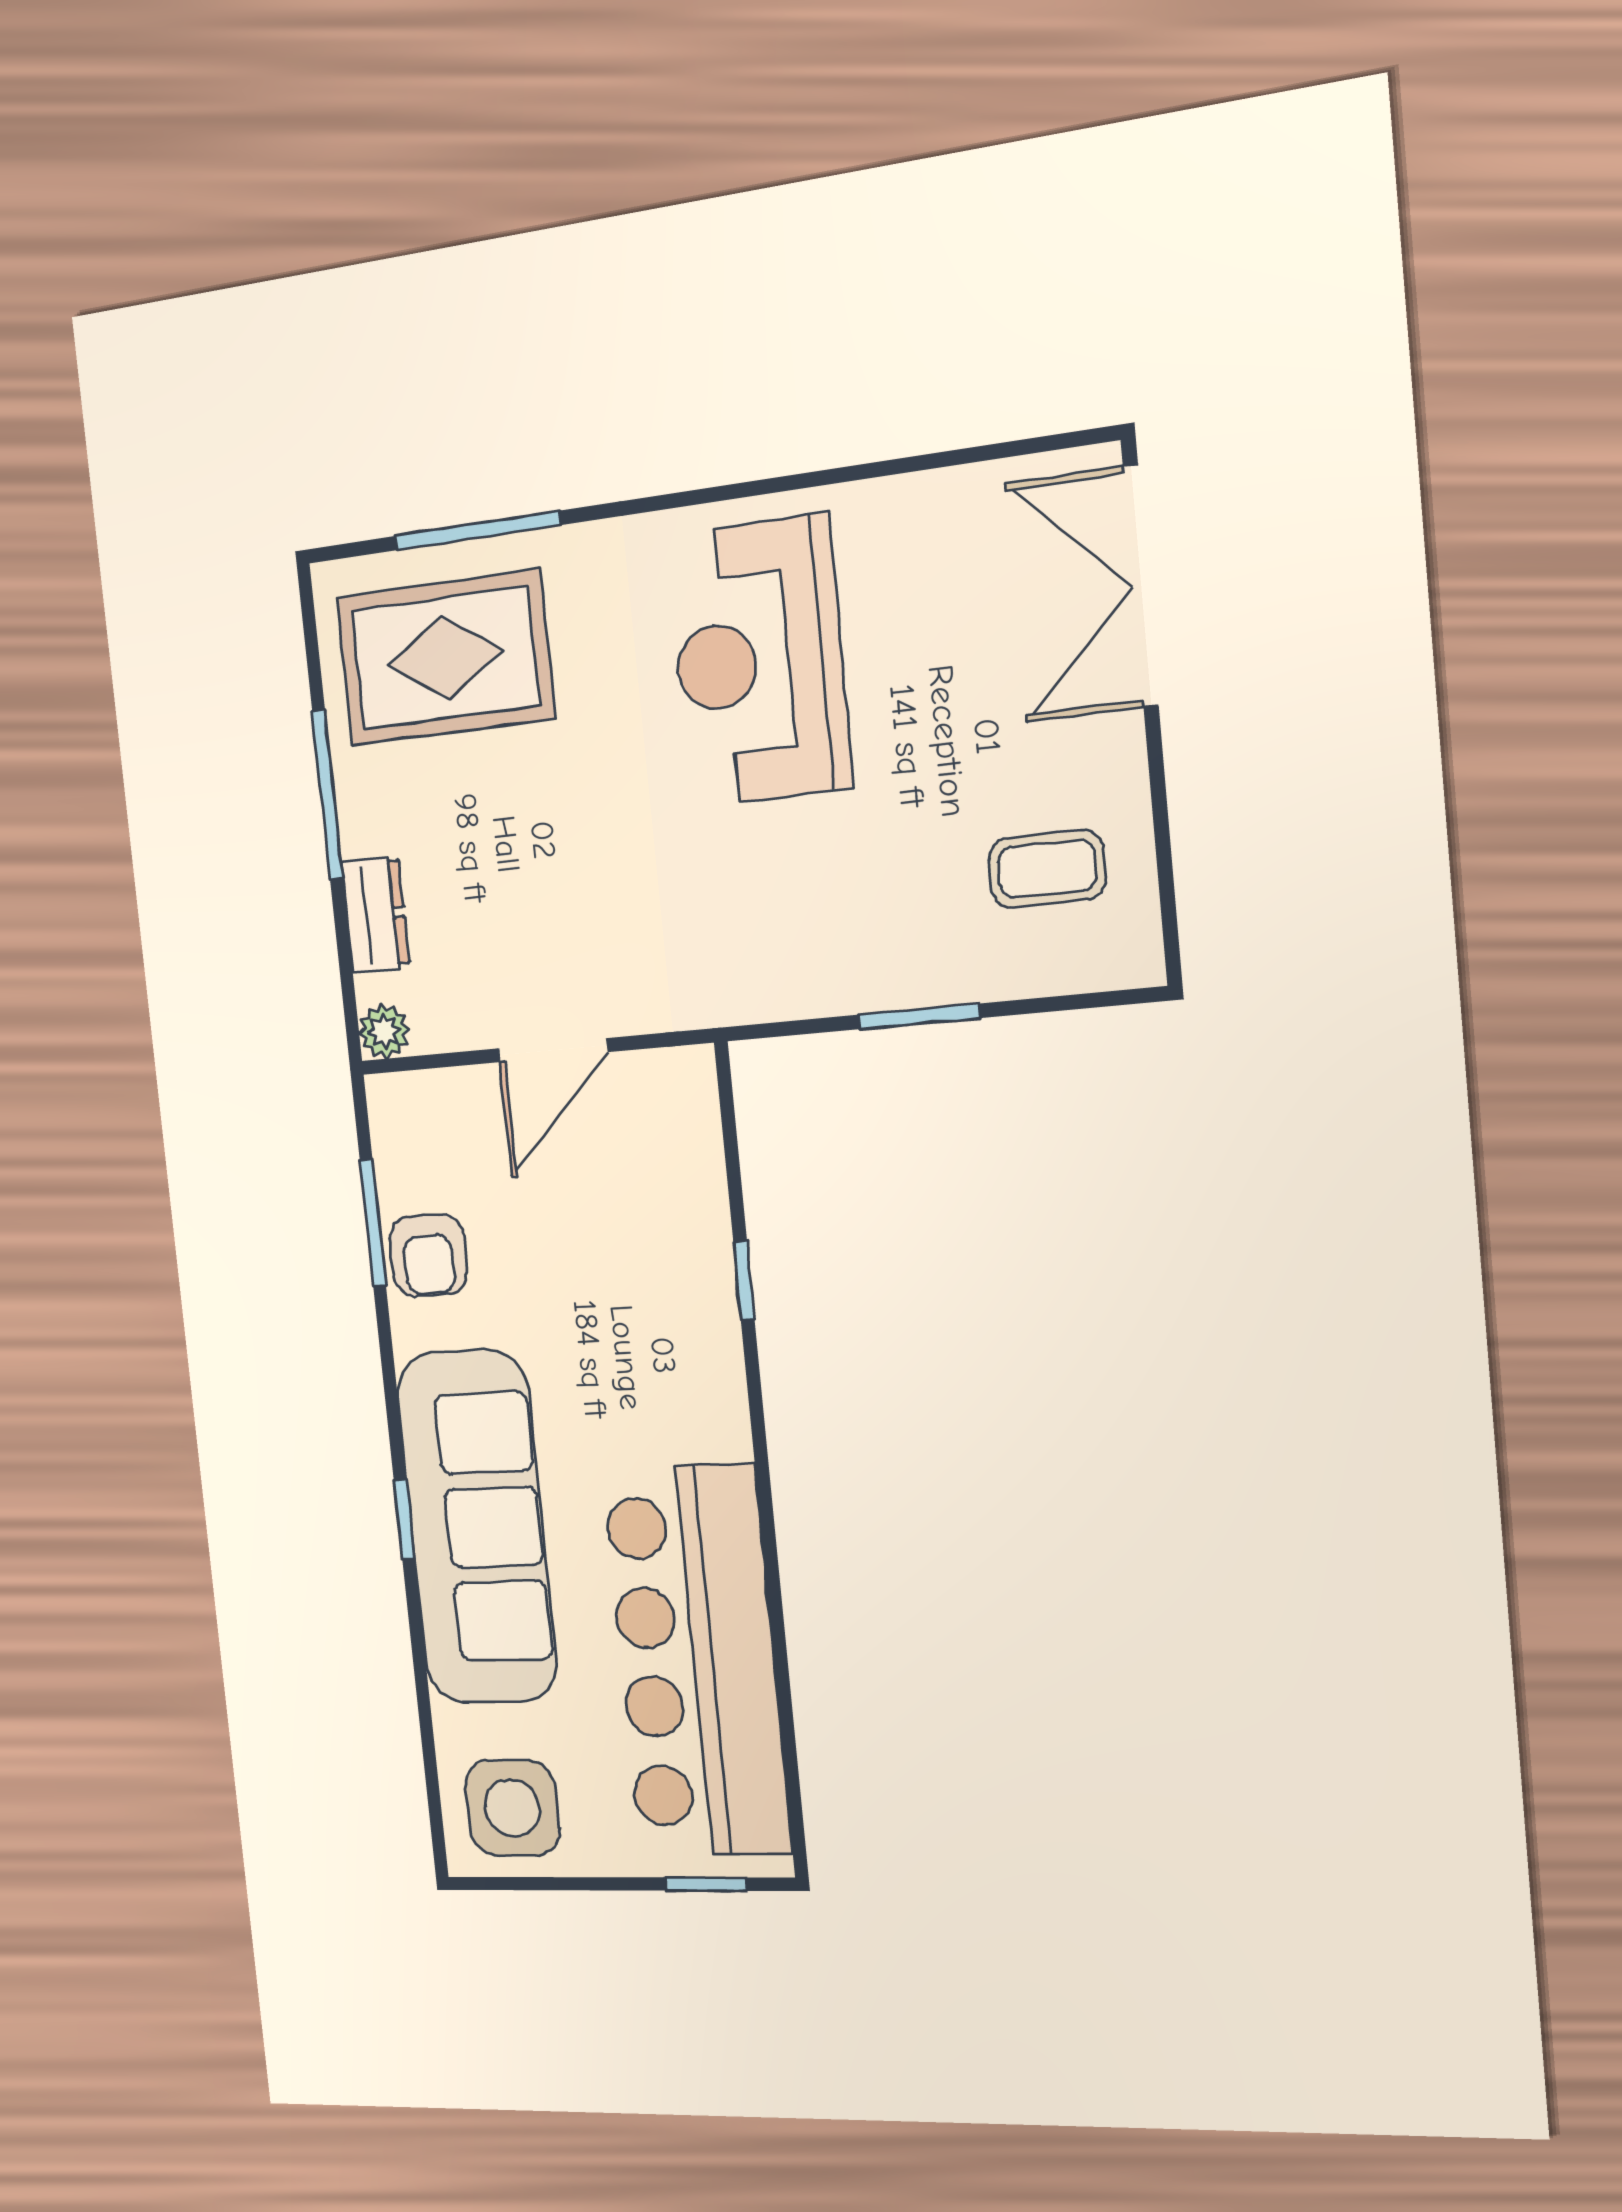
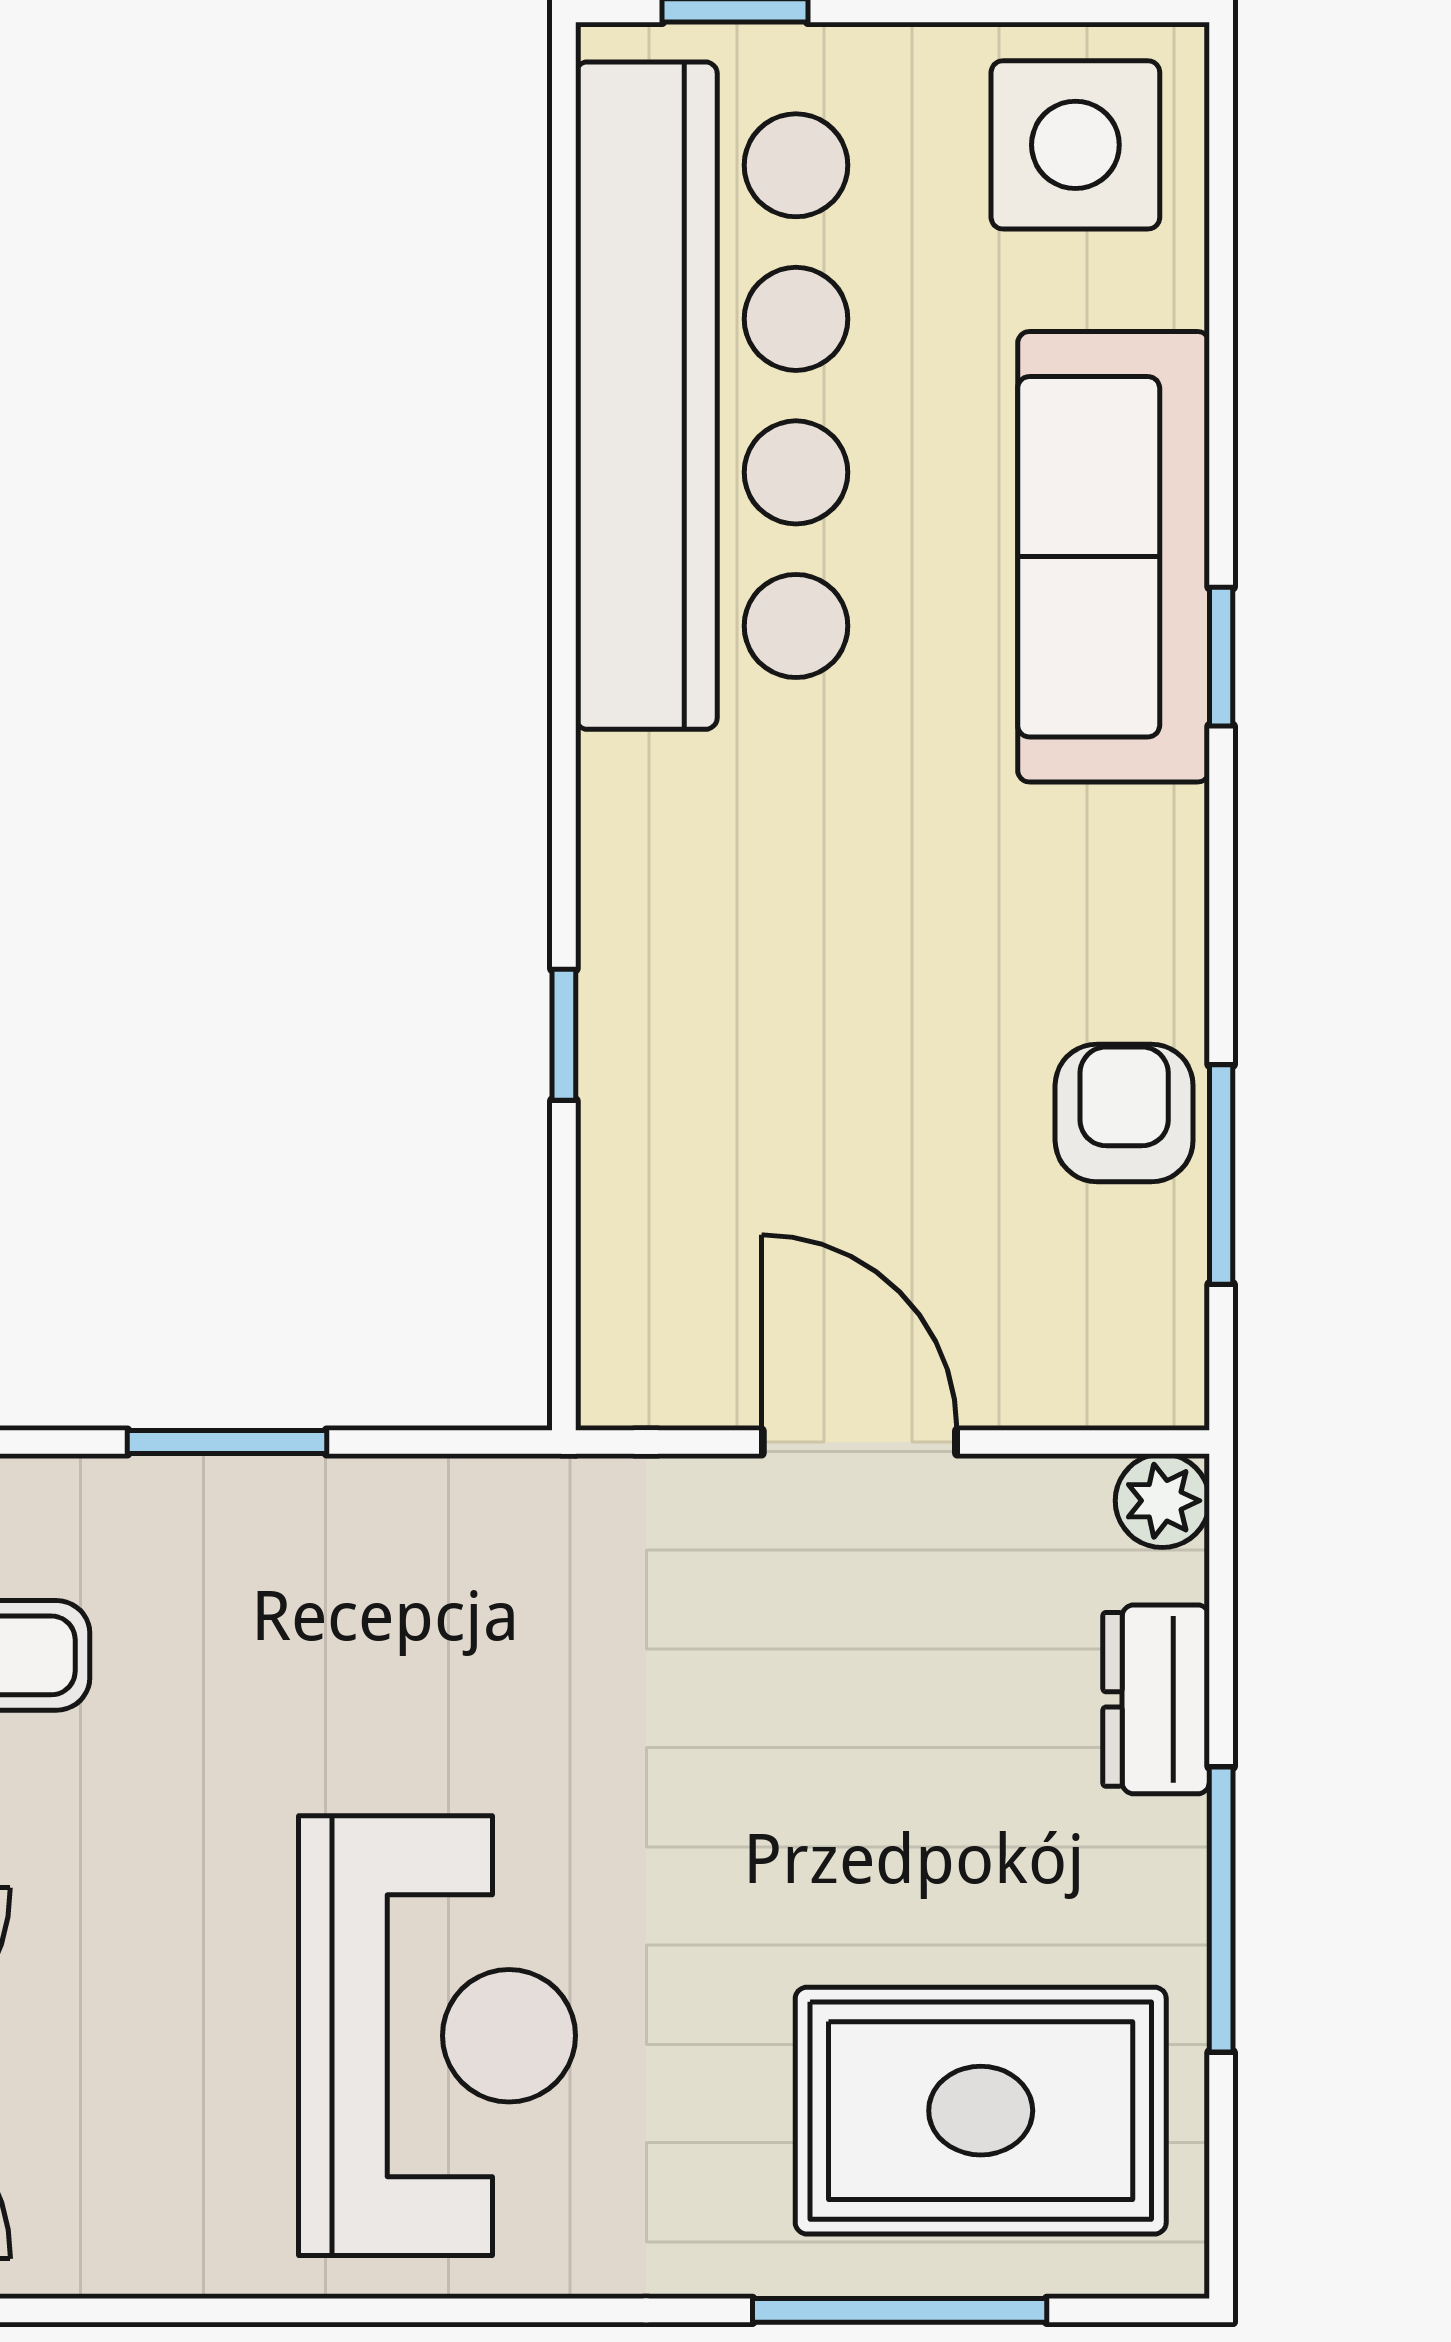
door: (553, 1050) -> (859, 1442), hinge flipped
sofa: (476, 1528) -> (1114, 557), width x0.74, depth x0.79

